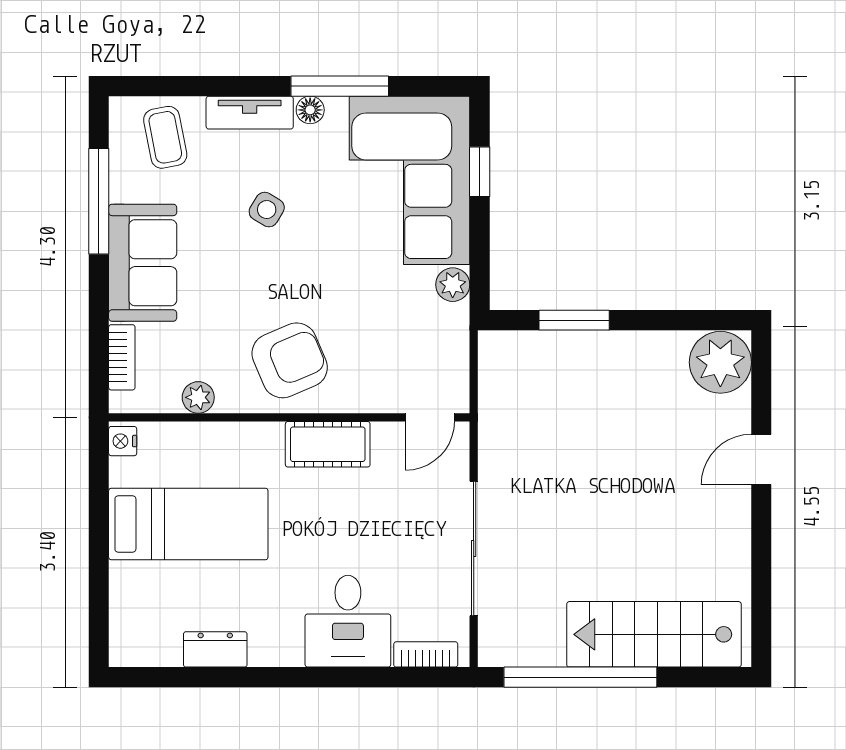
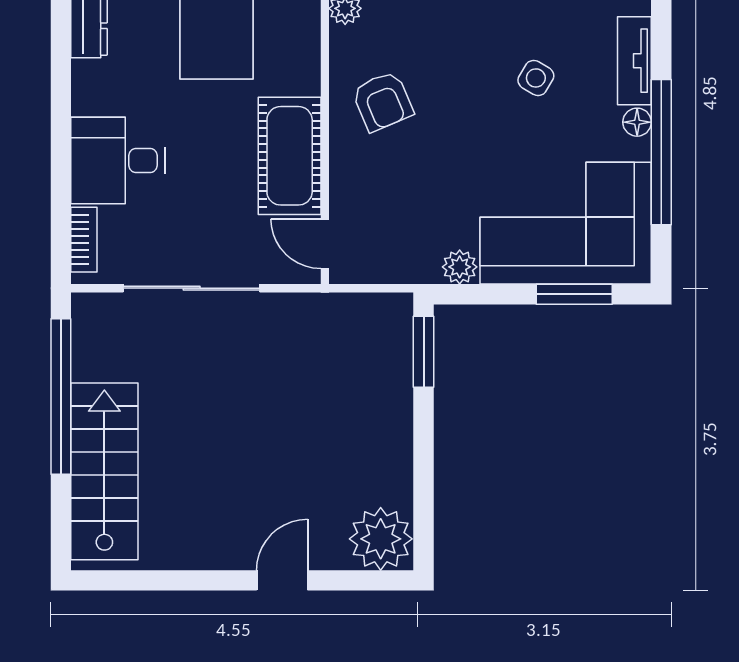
window: (340, 86) -> (661, 152), width x1.46
window: (480, 172) -> (574, 294), width x1.50
window: (574, 320) -> (424, 352), moved
armchair: (290, 360) -> (383, 101), width x0.72, depth x0.72
cot: (328, 444) -> (290, 156), width x1.37, depth x1.34
door: (761, 459) -> (282, 580), hinge flipped

